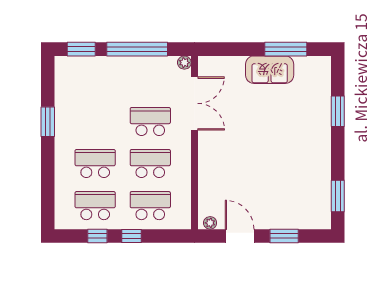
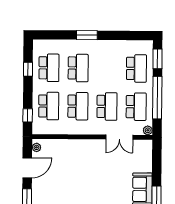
school desk: (95, 79) -> (136, 68), added
school desk: (150, 79) -> (136, 107), added
double door: (194, 103) -> (119, 137), width x0.73
window: (48, 122) -> (87, 35), moved
window: (132, 236) -> (28, 115), moved

